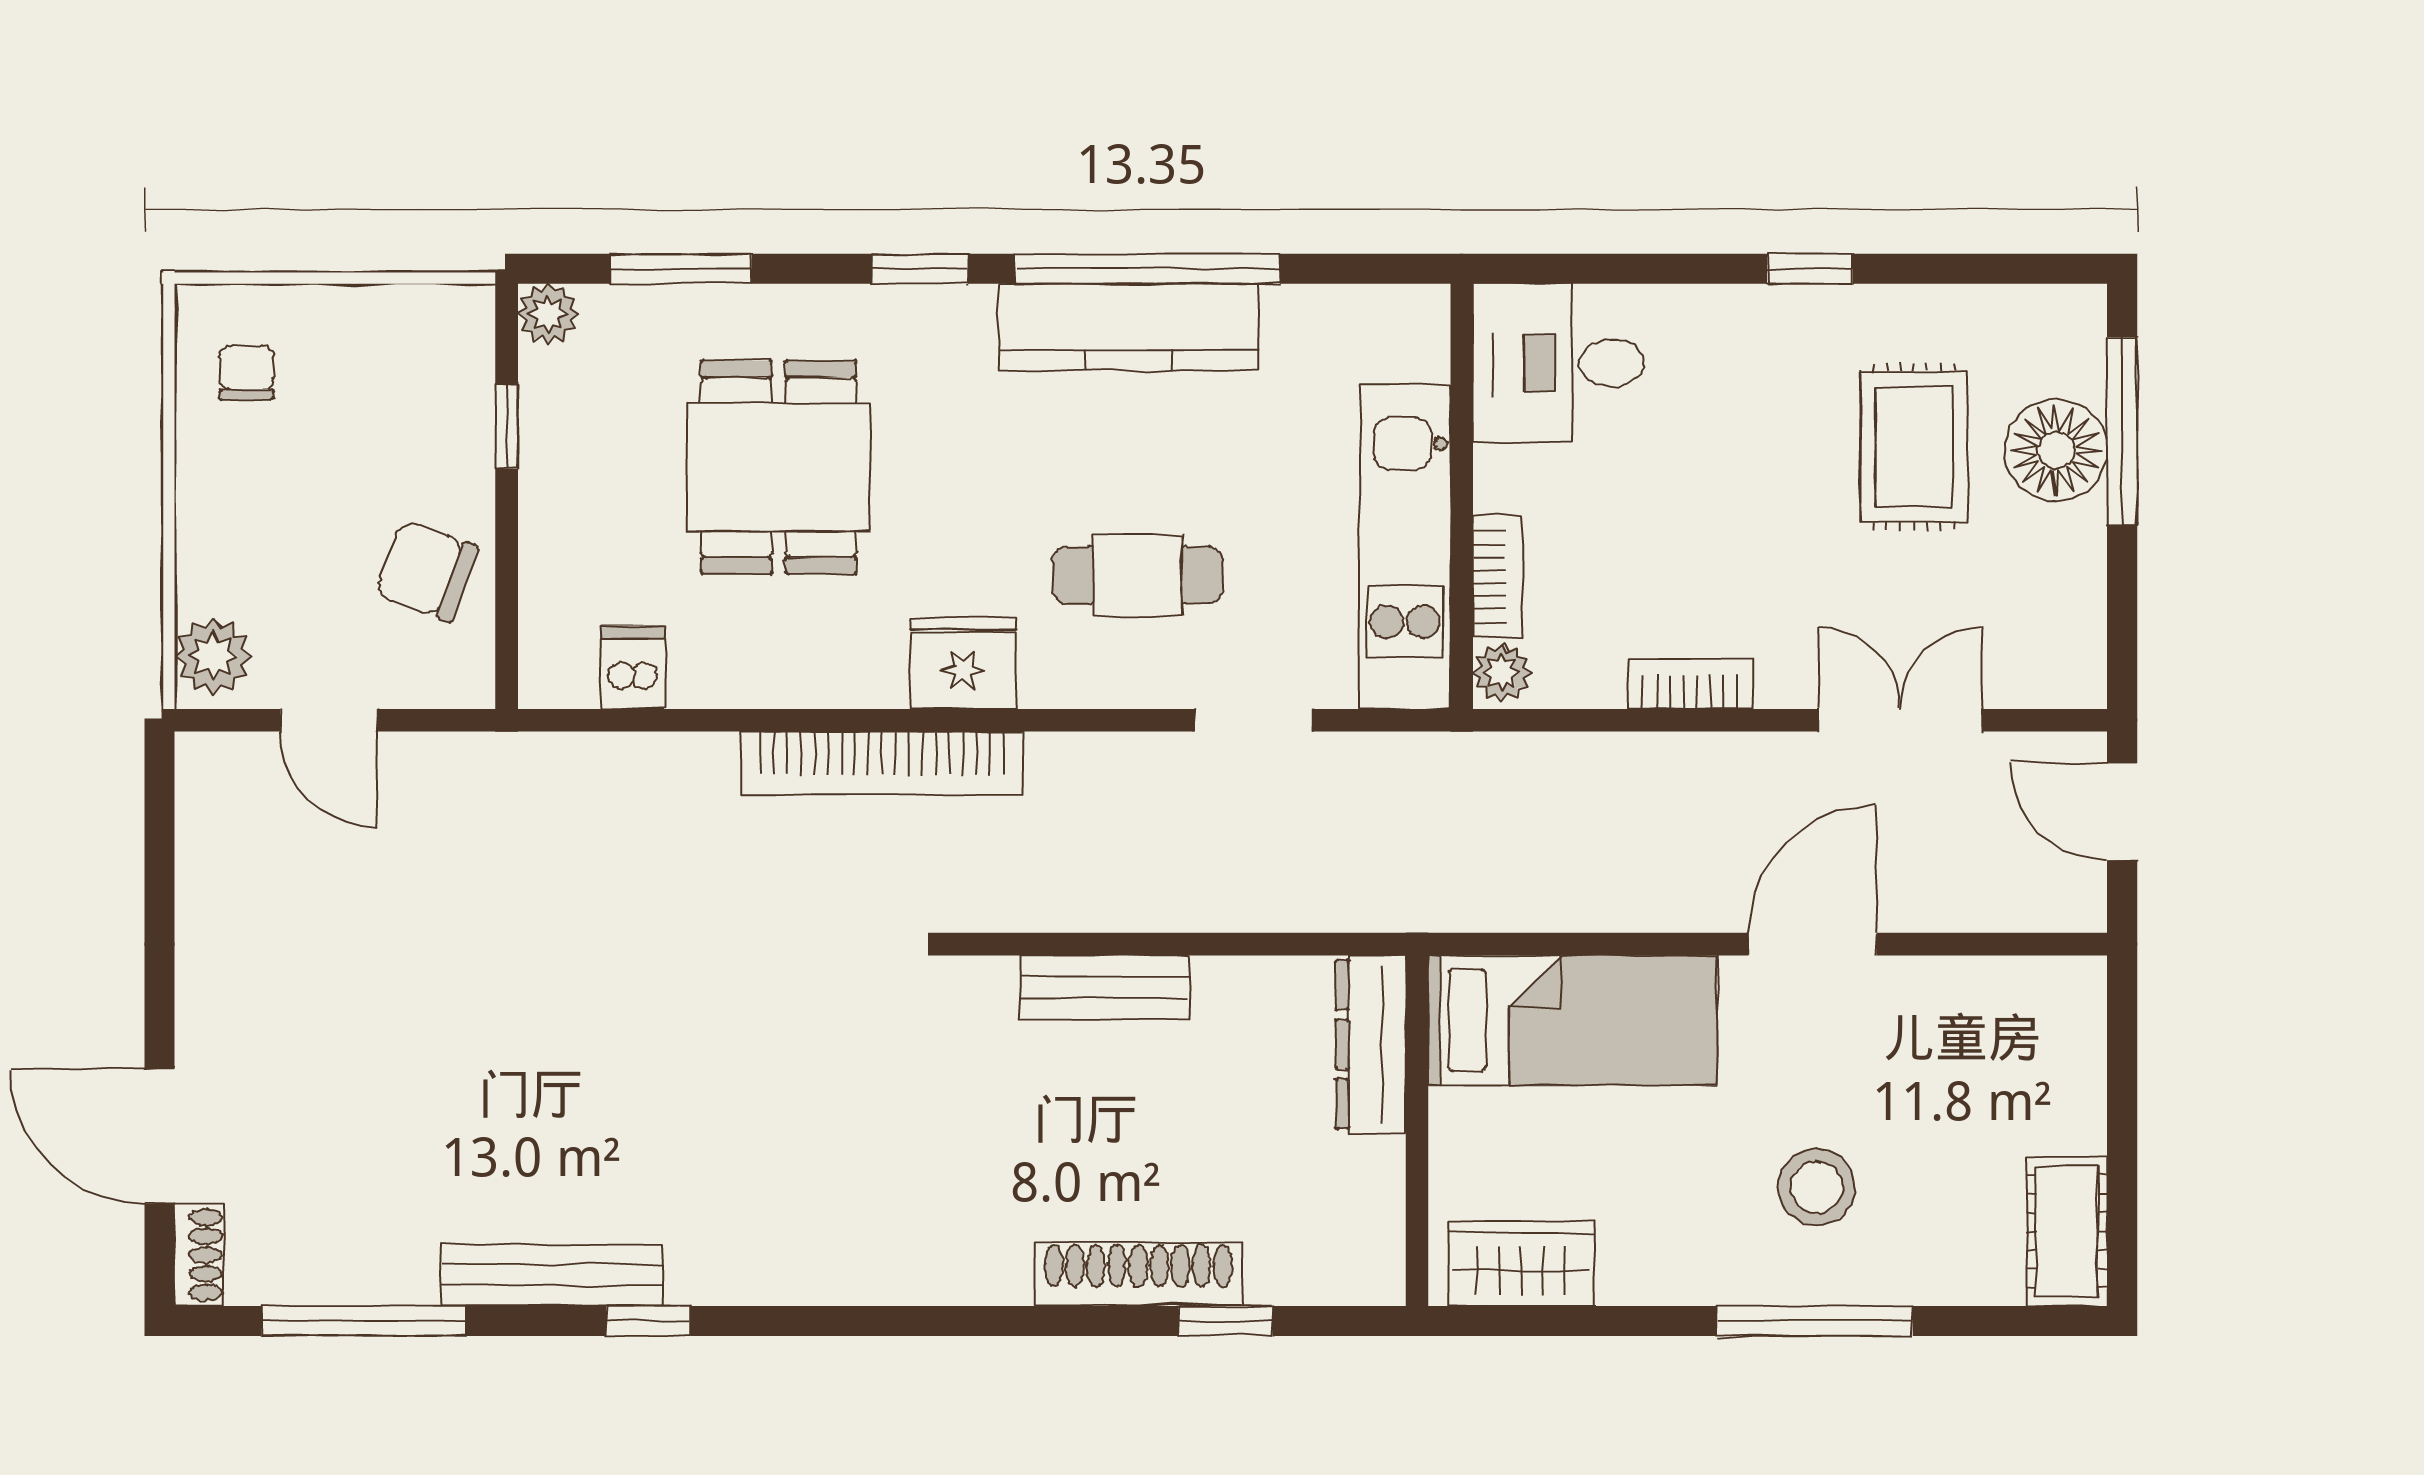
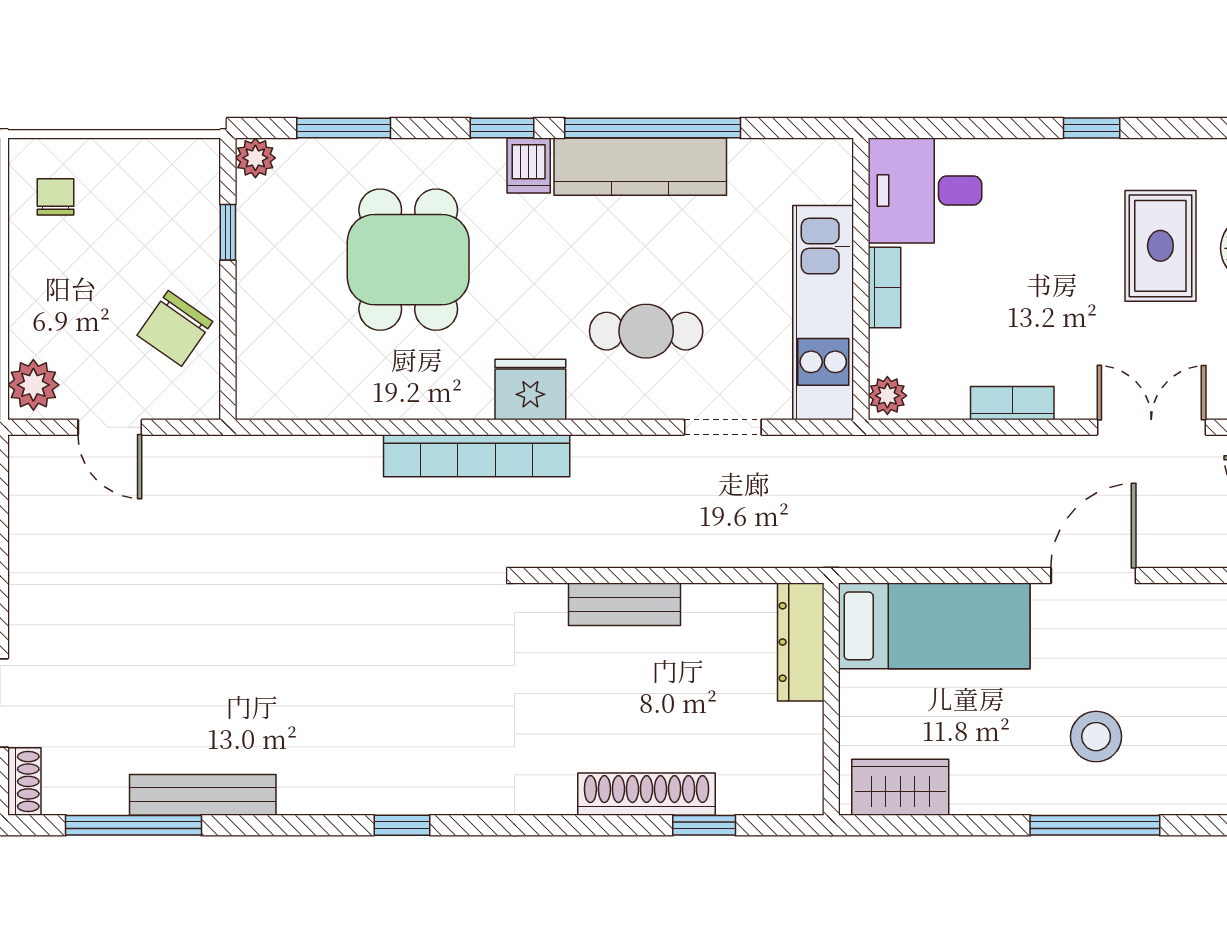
chair: (427, 571) -> (175, 328), turned -75
bookcase: (1497, 577) -> (884, 287), moved
dishwasher: (633, 667) -> (529, 166), moved, turned 180
bench: (553, 1275) -> (203, 795), moved
window: (648, 1321) -> (402, 825), moved

